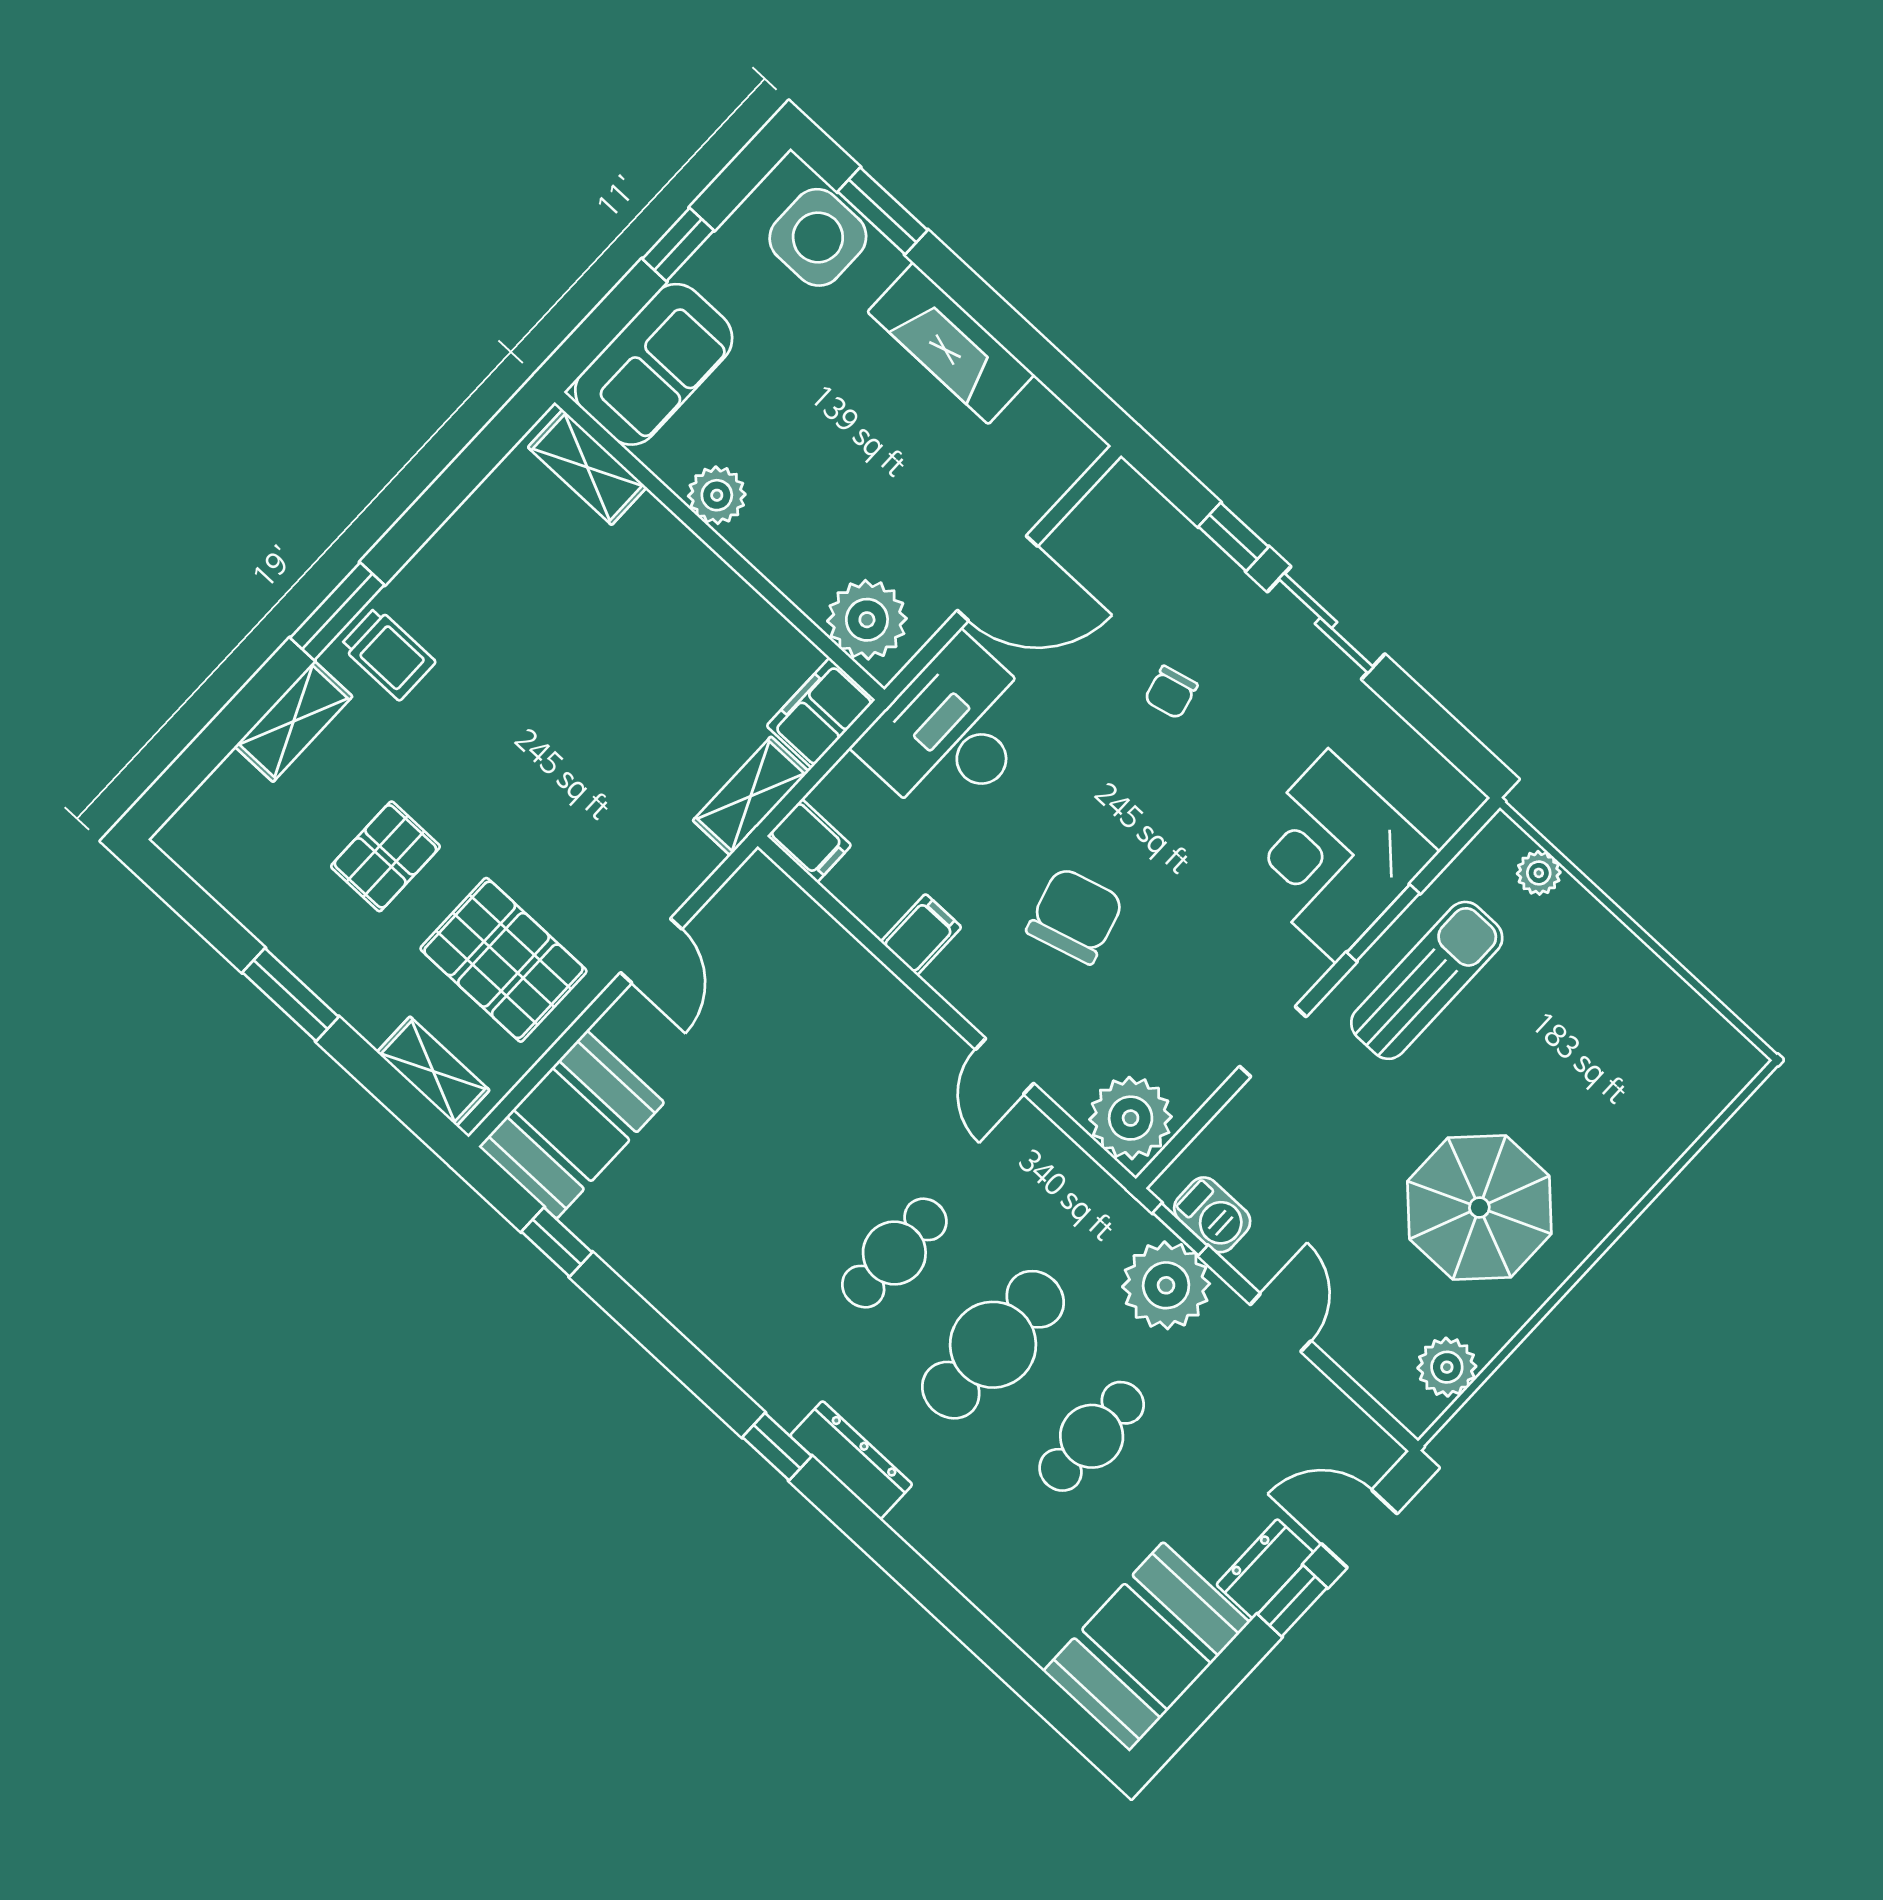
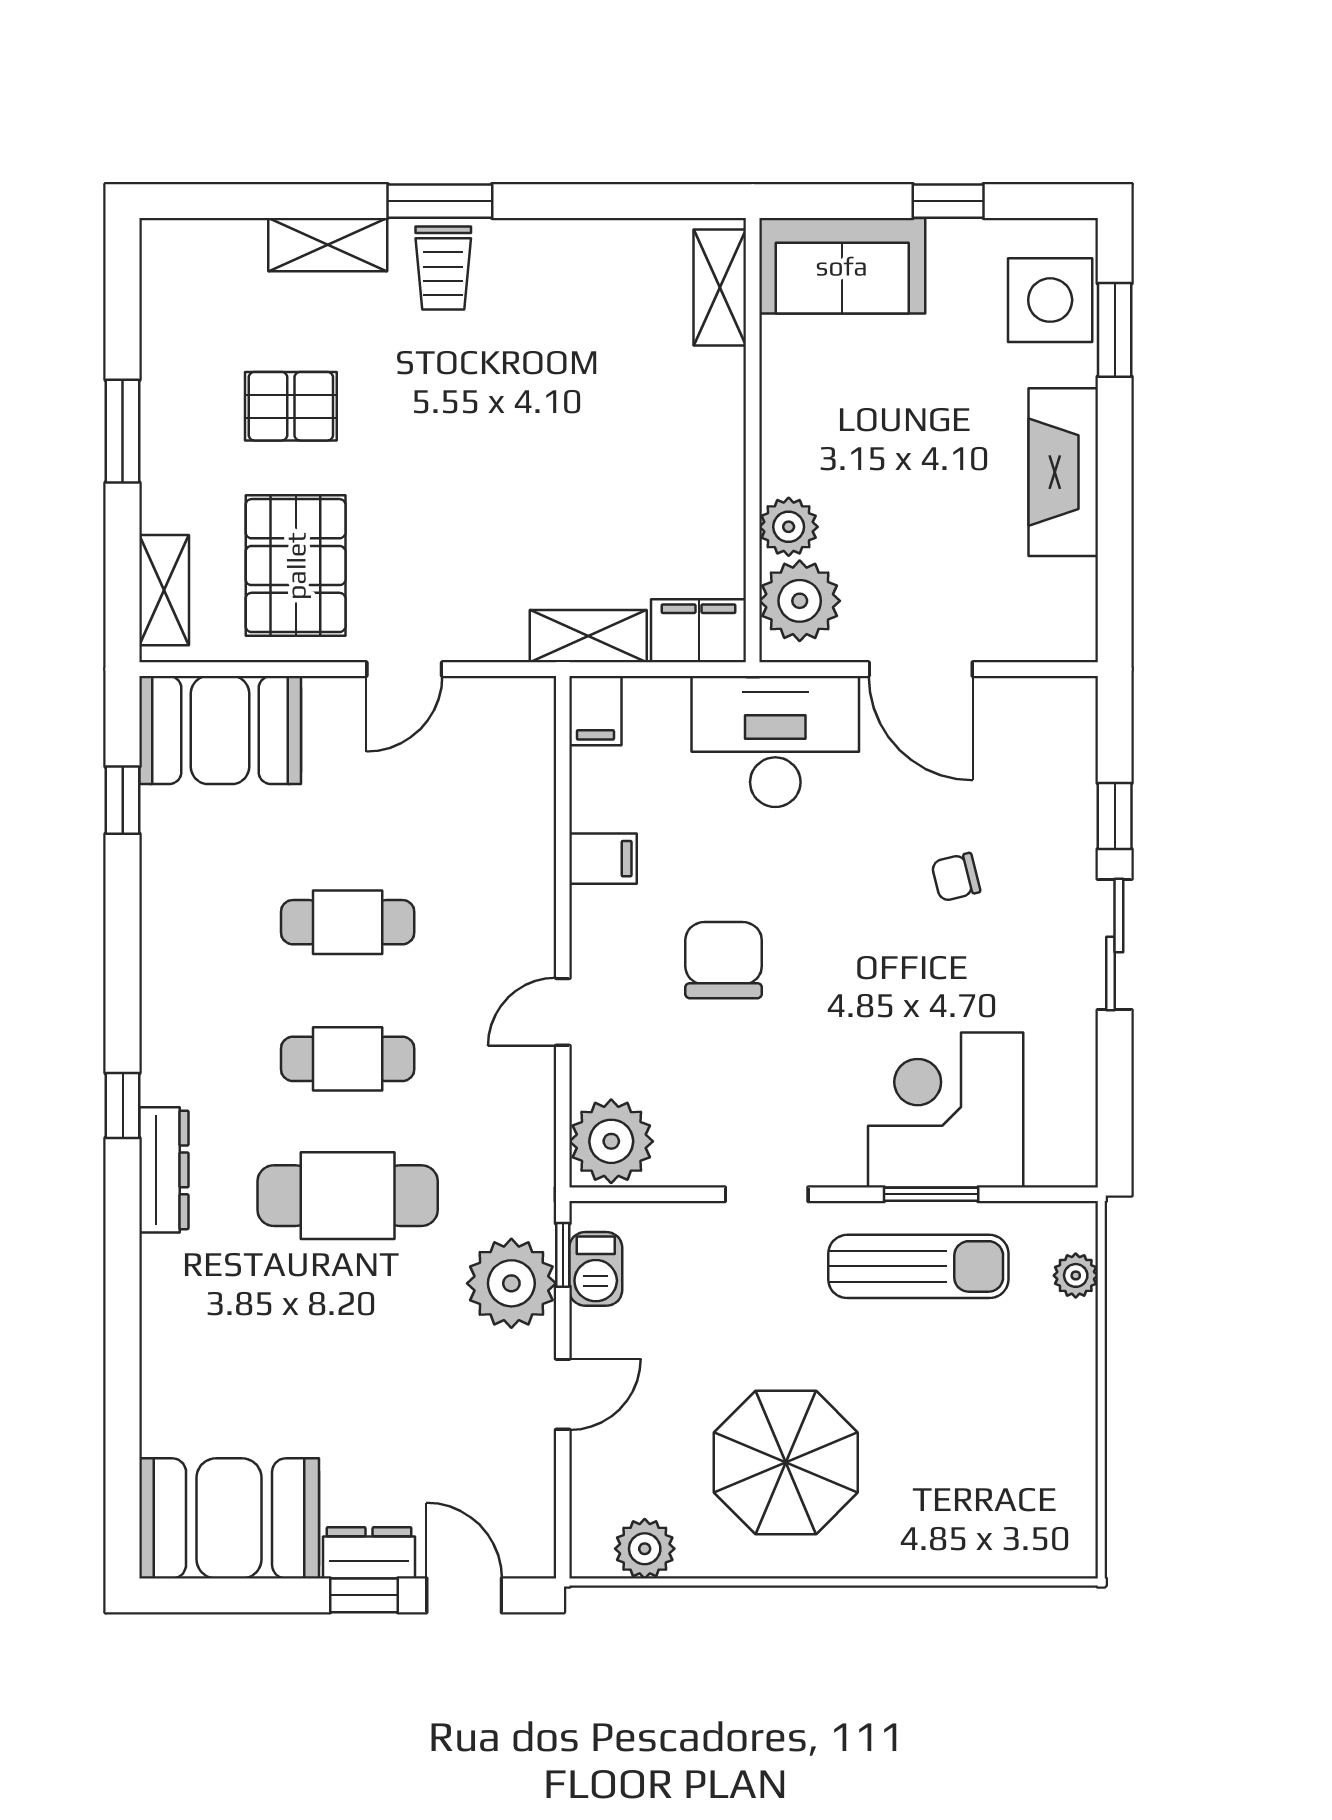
plant: (717, 495) -> (789, 527), moved
chair: (1075, 916) -> (724, 960), turned -74
cafe table: (1092, 1436) -> (348, 922), moved

